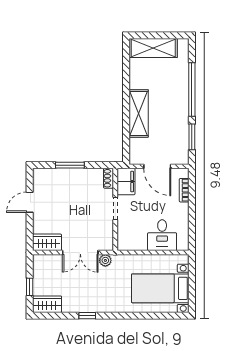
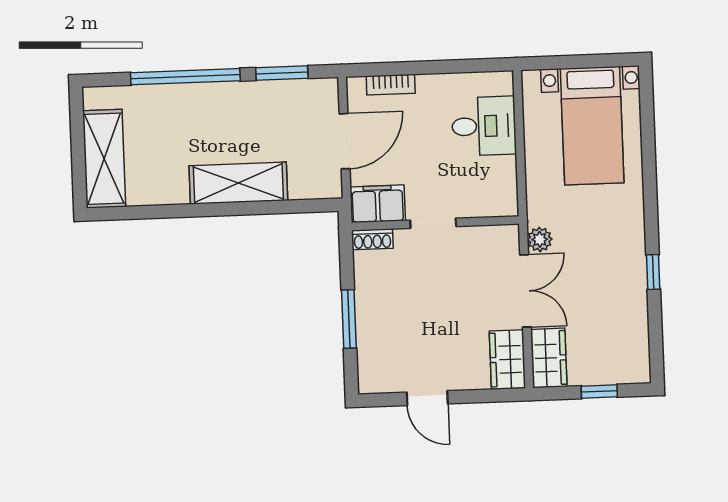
wardrobe: (47, 304) -> (549, 358), moved, turned 180

